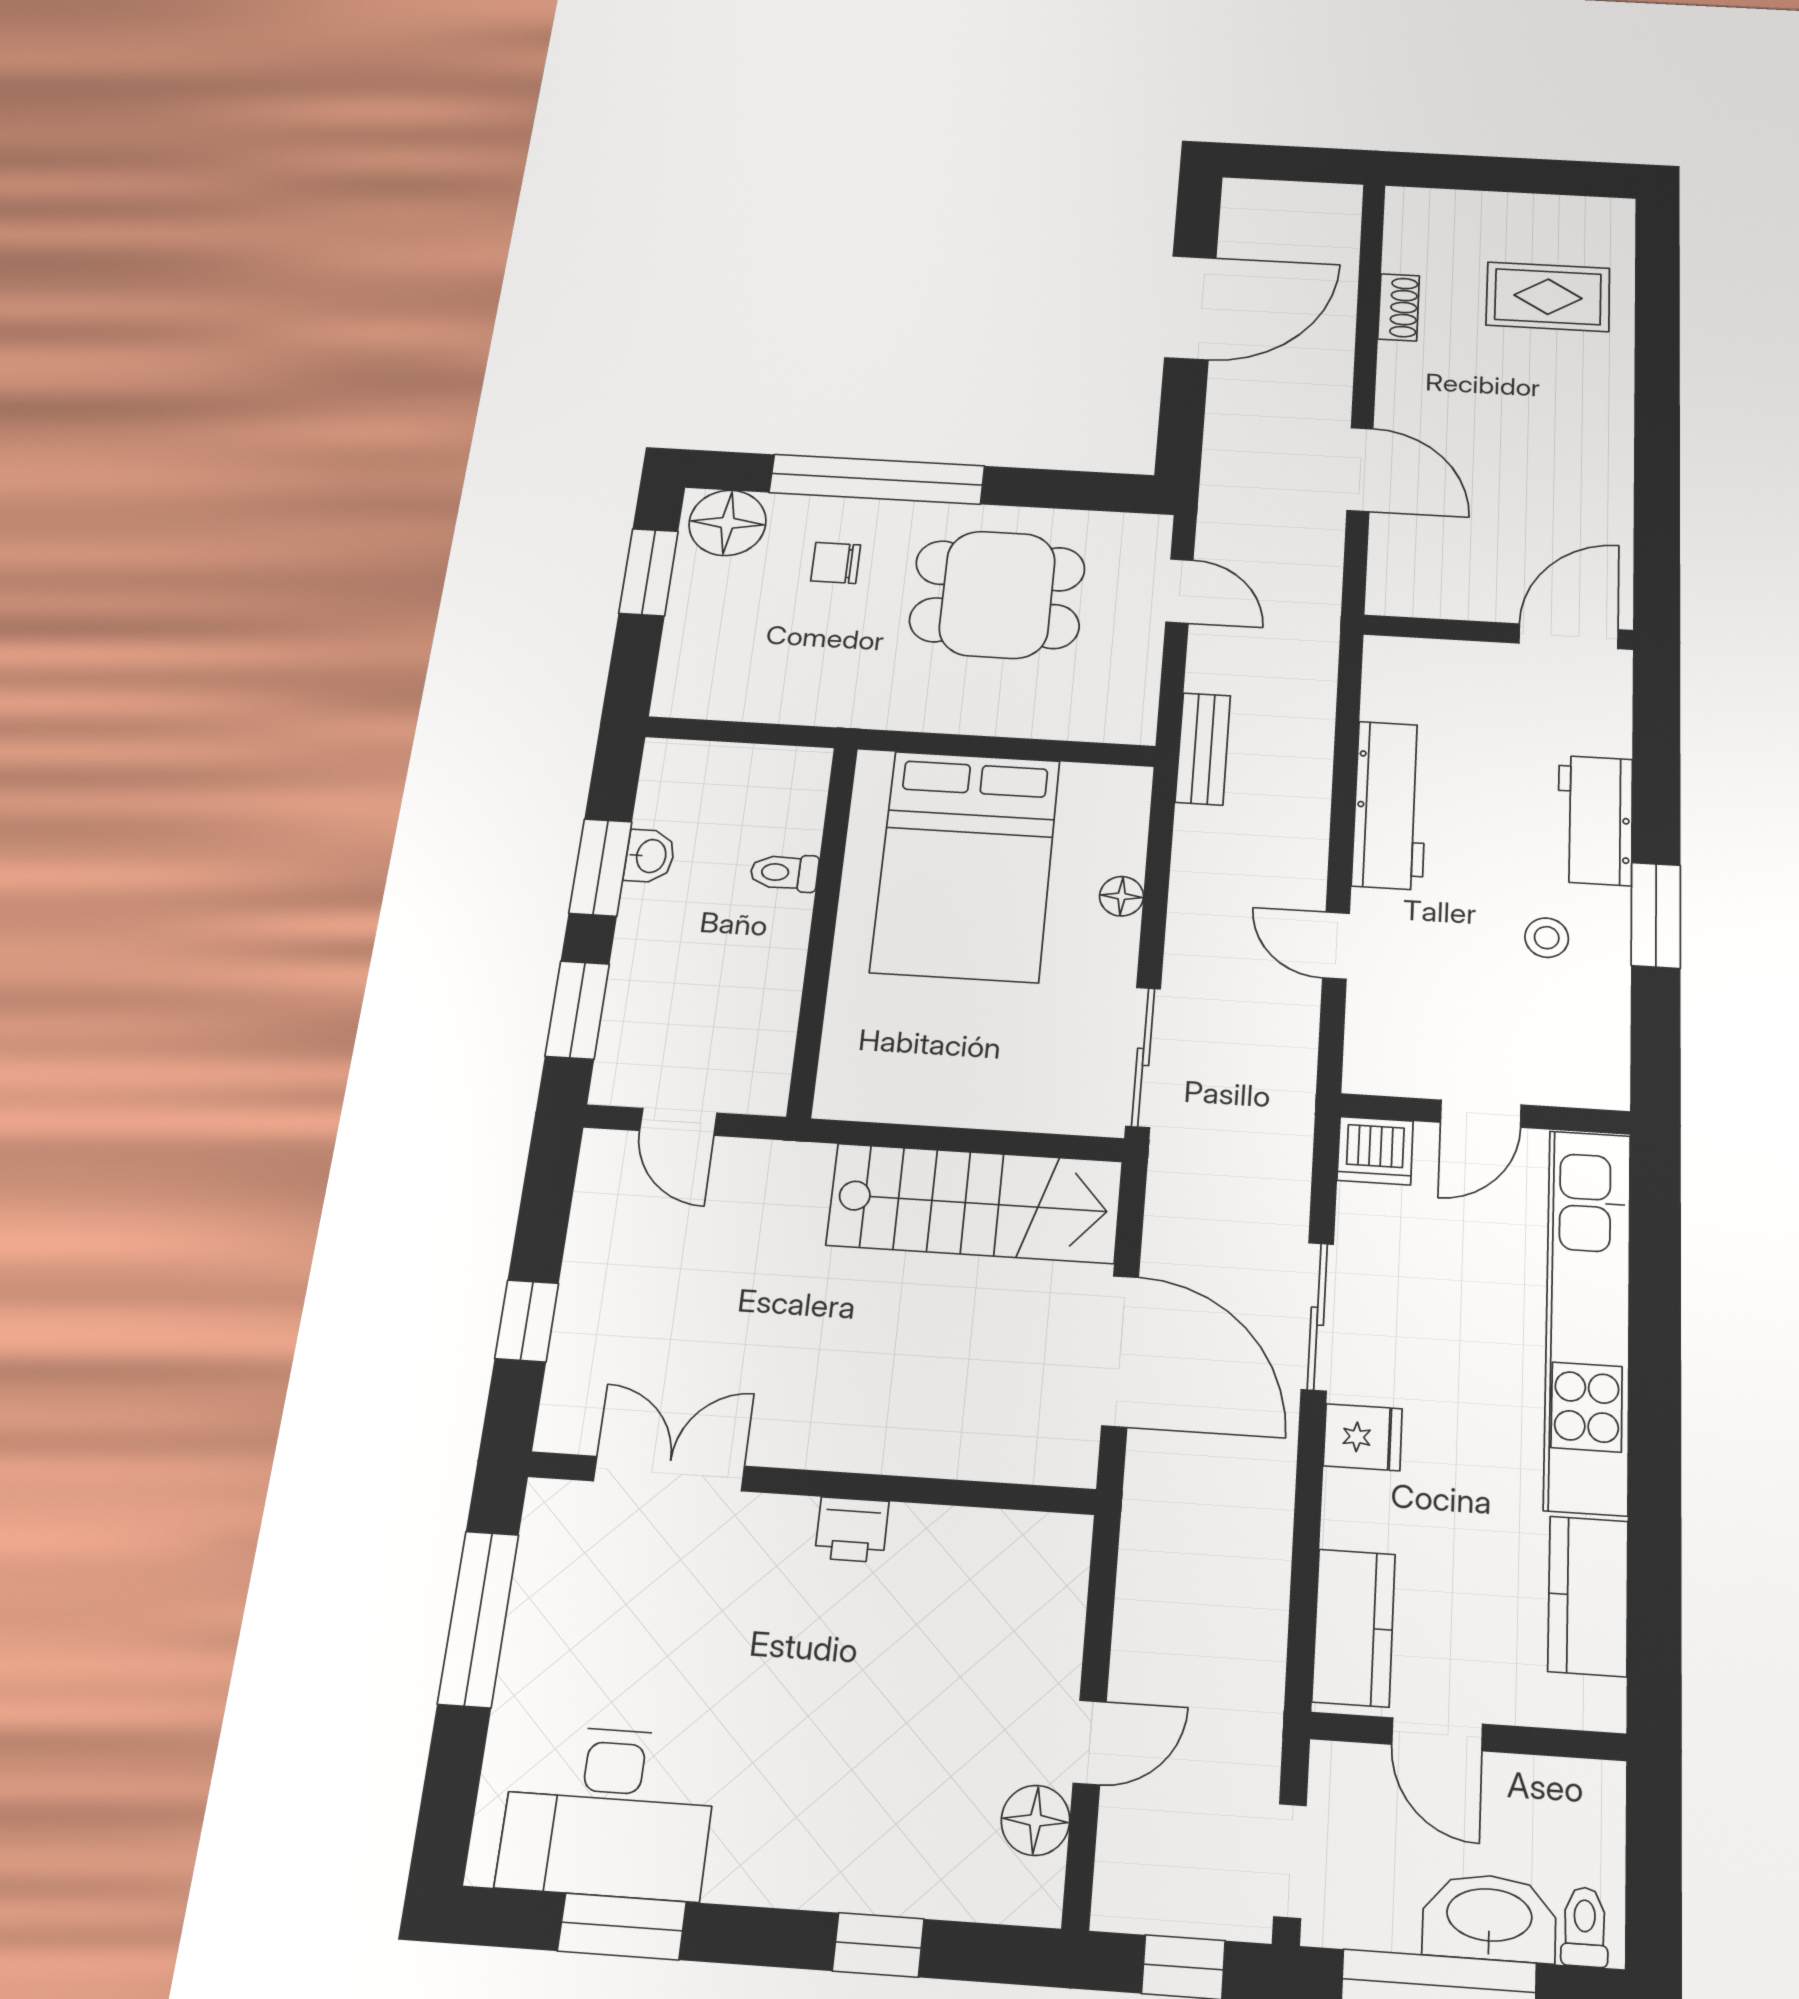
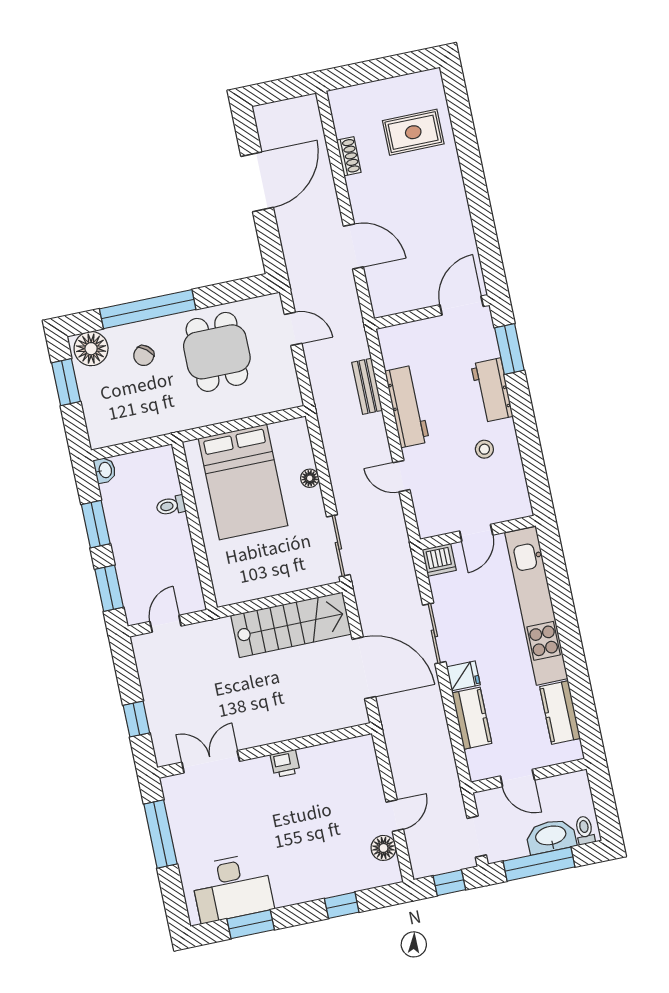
chair: (836, 563) -> (144, 356), turned -50
dining table: (997, 594) -> (217, 352), turned 90
bench: (1203, 749) -> (367, 386), moved
washbasin: (650, 856) -> (105, 470), moved
window: (1656, 915) -> (509, 349), moved
door: (678, 1122) -> (166, 624), swing flipped
kitchen counter: (1354, 1628) -> (472, 718), moved

